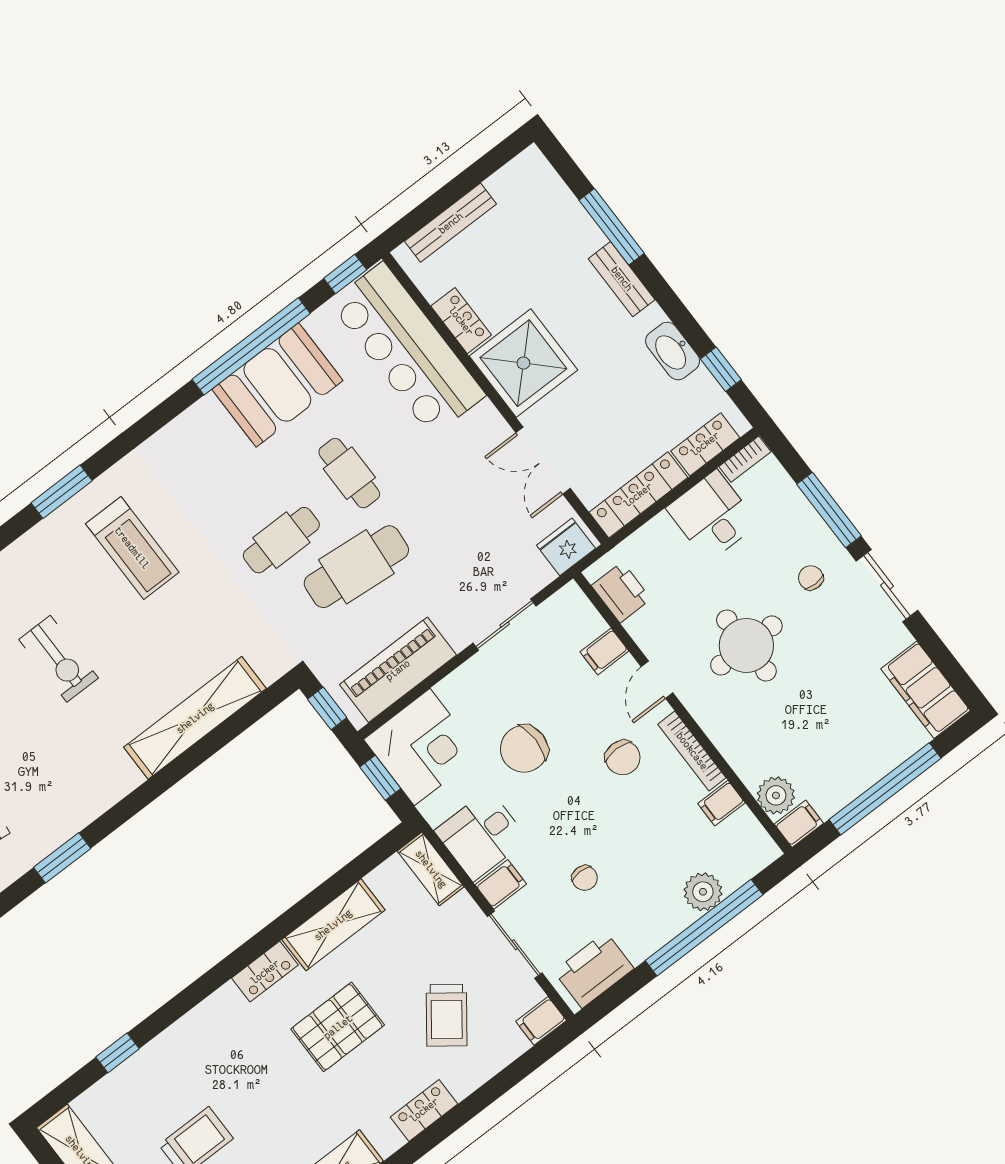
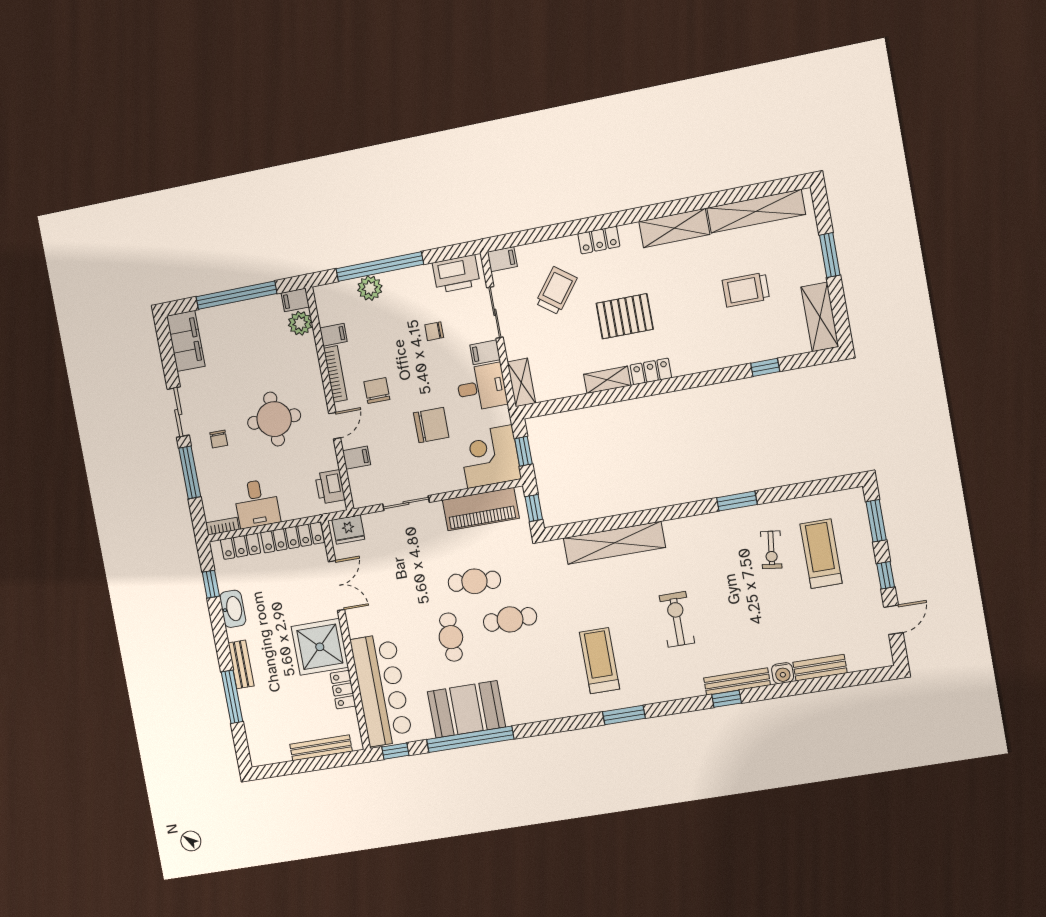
cafe table: (356, 567) -> (474, 581), width x0.73, depth x0.74
chair: (585, 878) -> (434, 331), turned -90
shelving: (333, 925) -> (607, 380), width x0.67, depth x0.75

